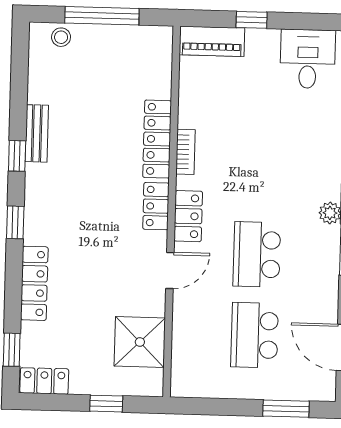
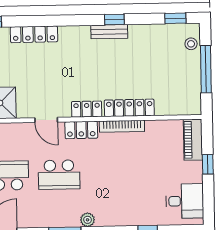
bench: (37, 133) -> (109, 32), moved
bookcase: (186, 152) -> (122, 126), width x1.56
window: (15, 222) -> (175, 18), moved
school desk: (257, 254) -> (59, 175), turned 180

